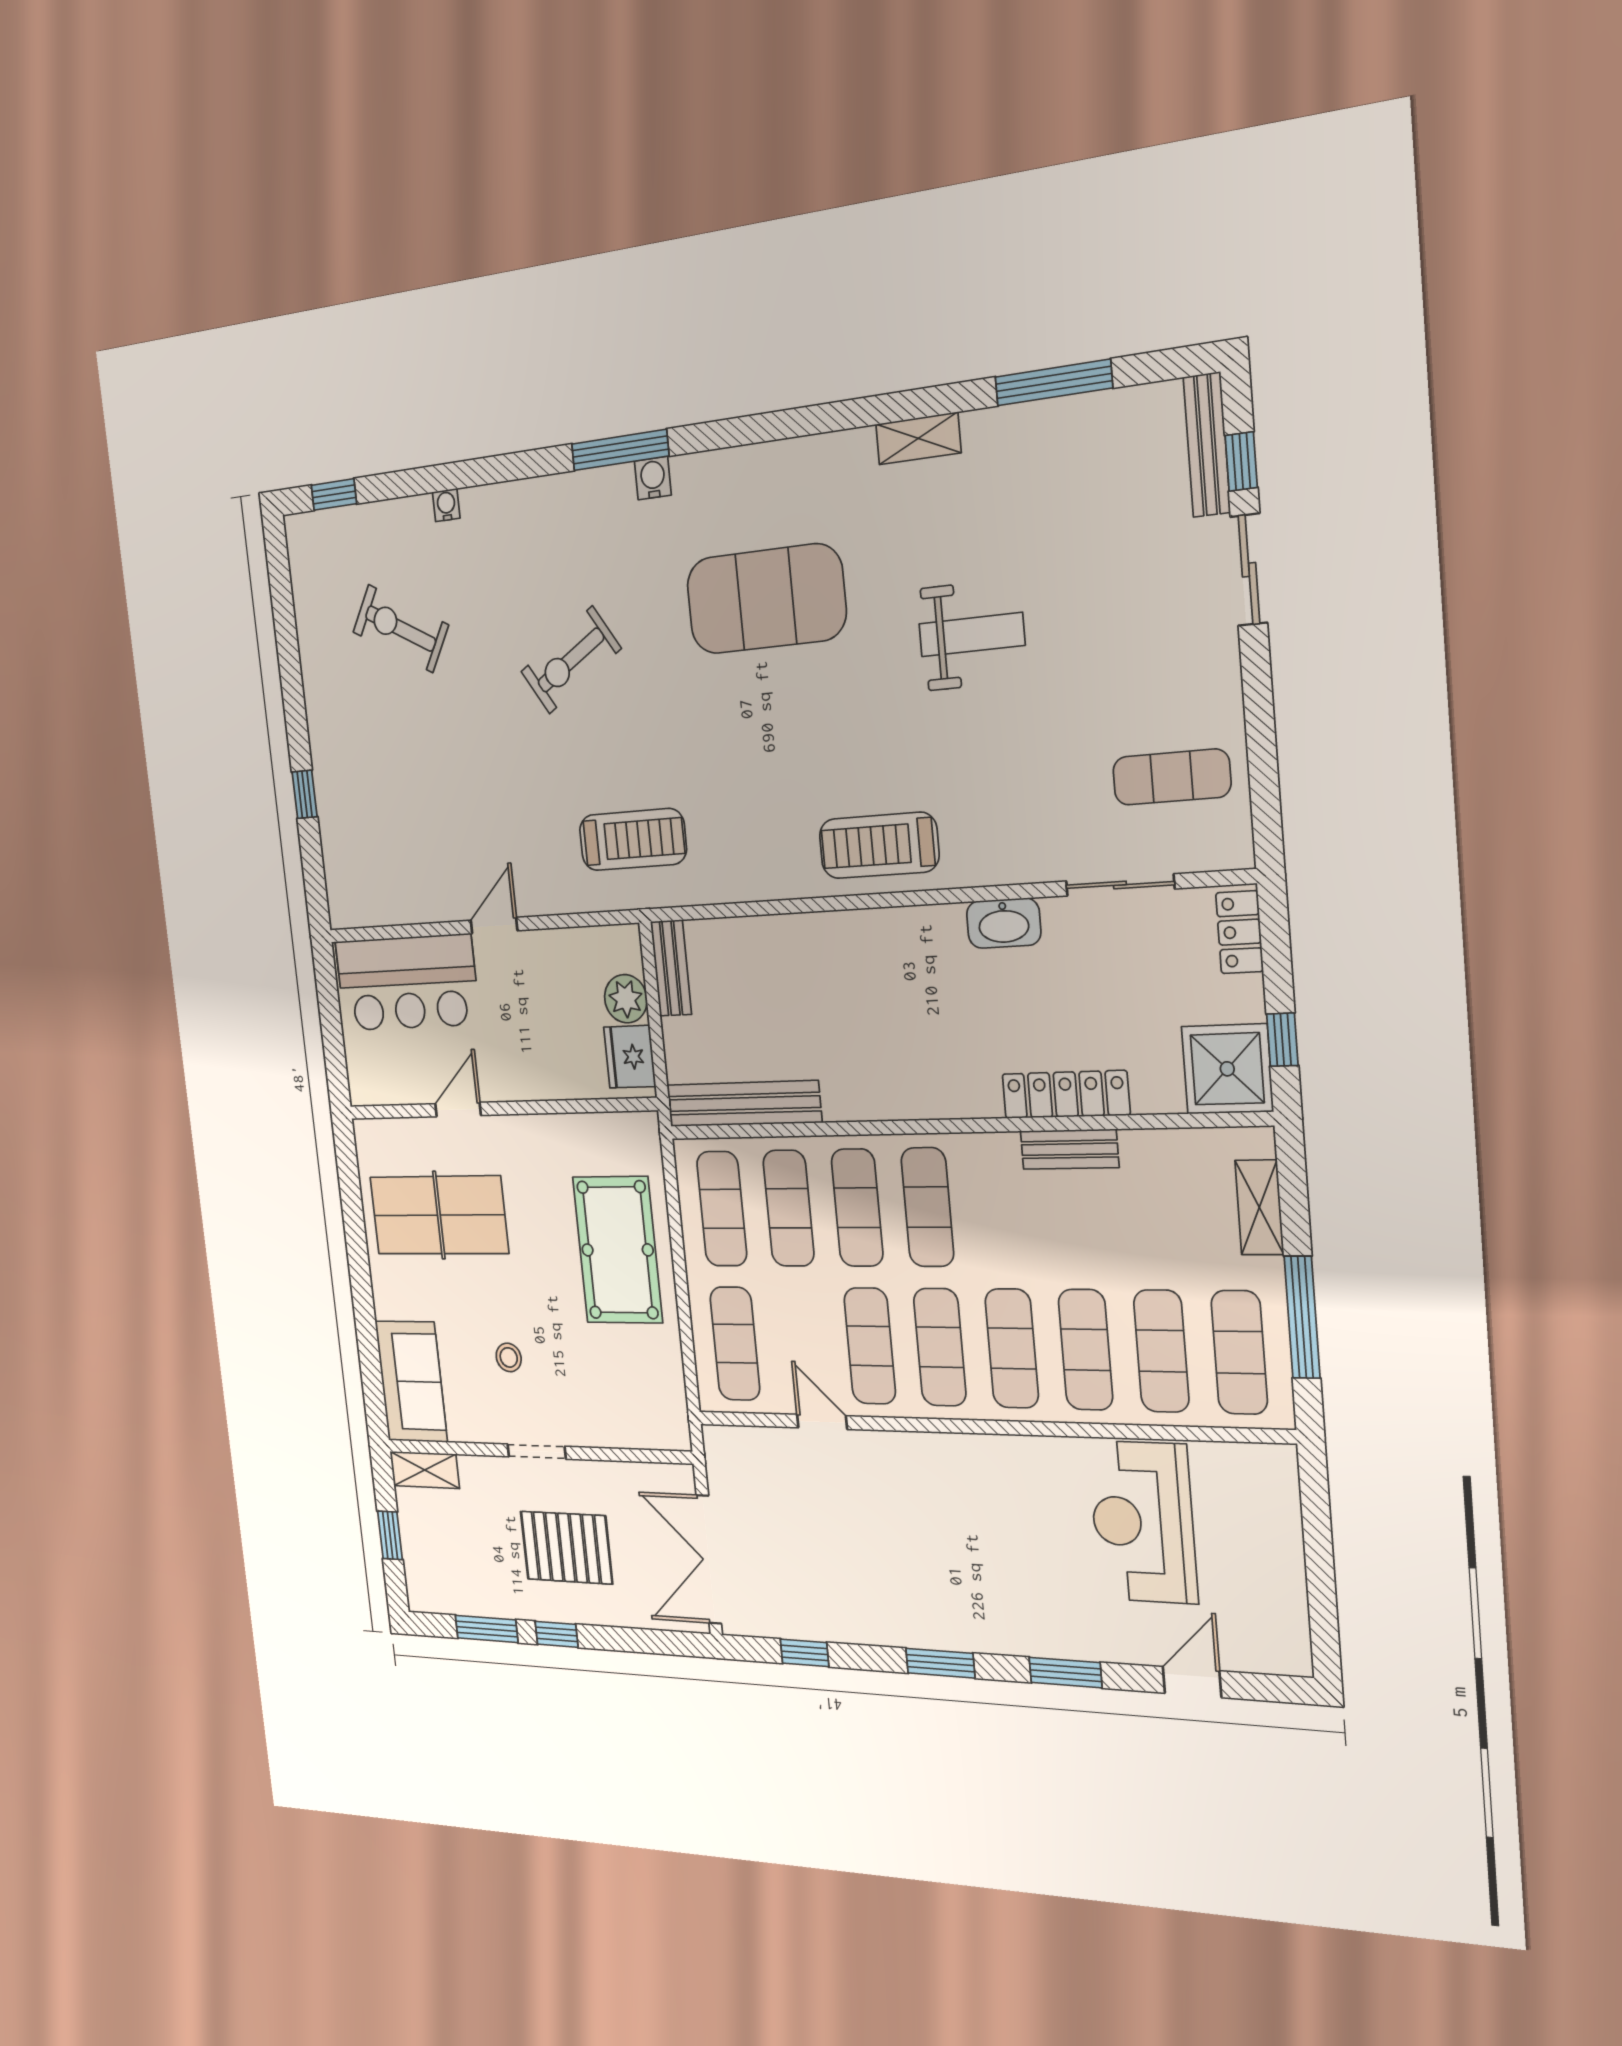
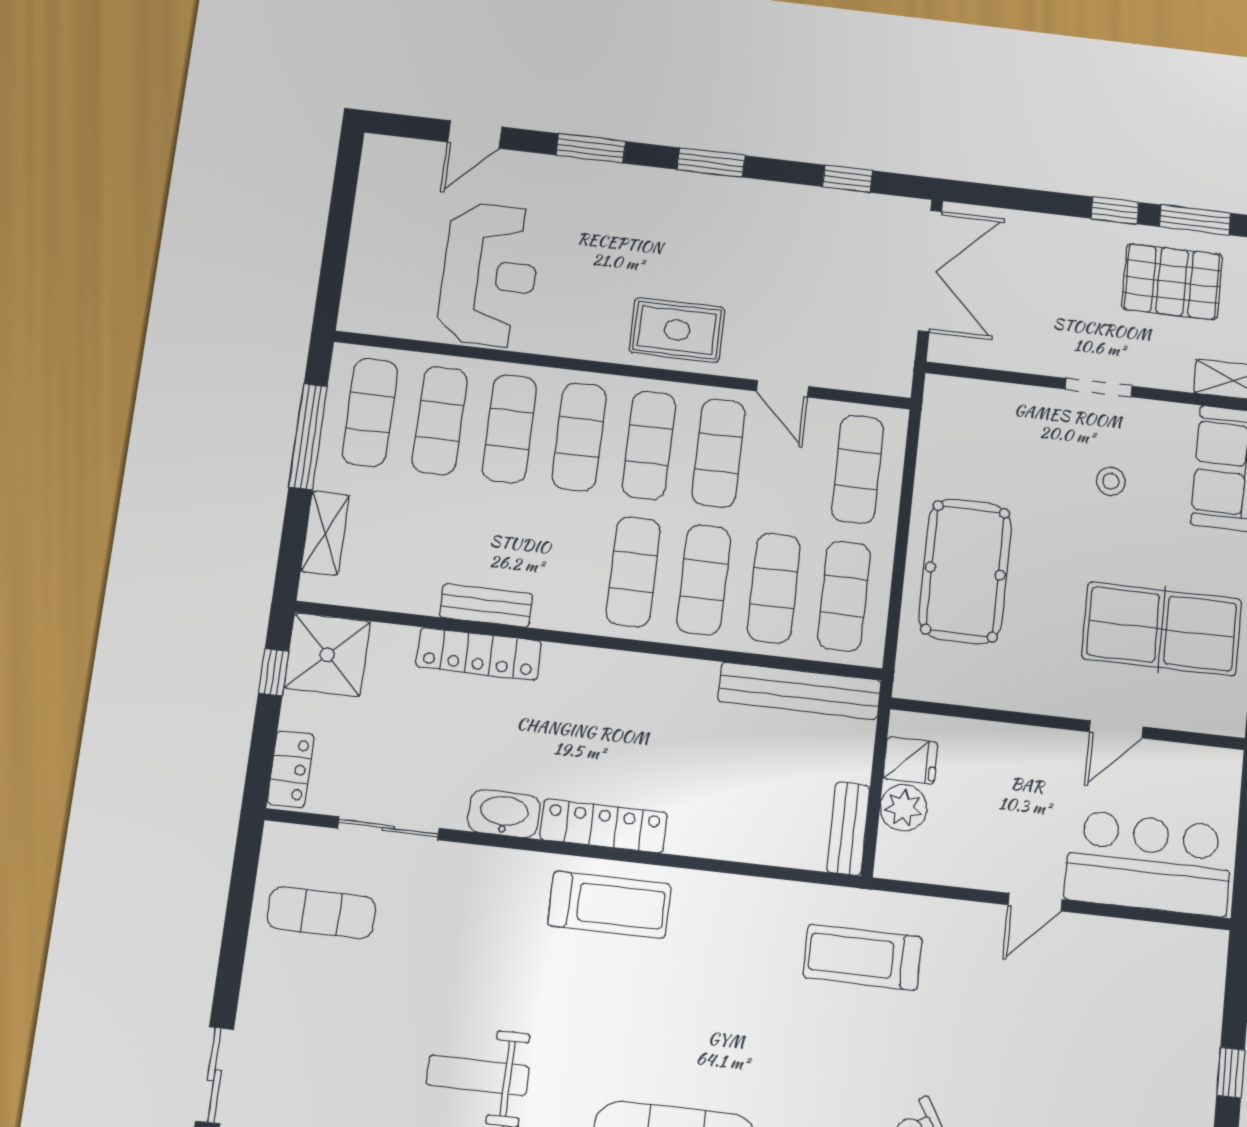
locker: (902, 928) -> (604, 826), added
fridge: (630, 1057) -> (911, 760), width x0.72
rug: (937, 1476) -> (677, 330), added
pallet: (566, 1548) -> (1172, 282), moved

